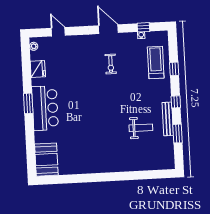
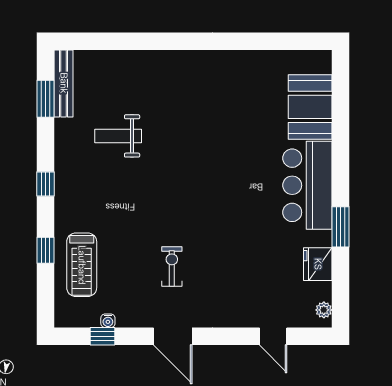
window: (28, 103) -> (341, 227), moved
bench: (168, 119) -> (64, 83), moved
window: (178, 134) -> (46, 99), moved
booth: (46, 160) -> (310, 107), moved

